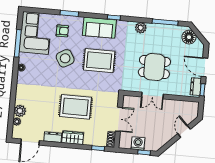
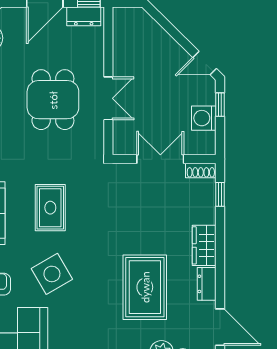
rug: (99, 61) -> (50, 208), width x0.73, depth x0.70
rug: (75, 107) -> (145, 287), moved
door: (184, 131) -> (205, 63), moved

